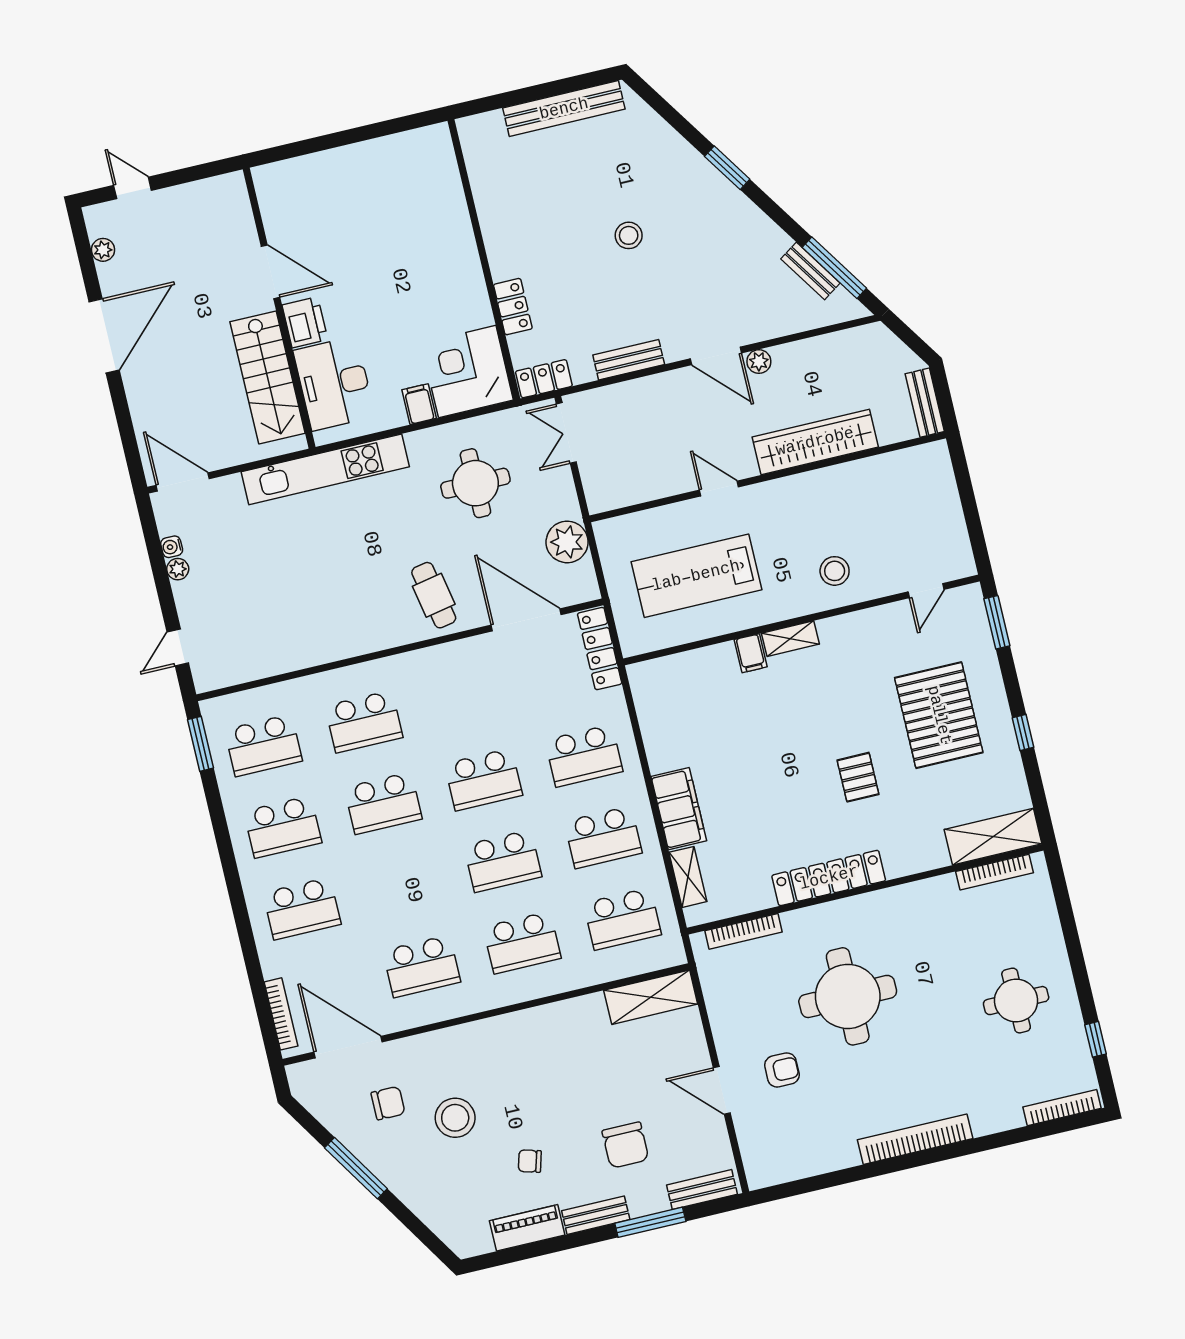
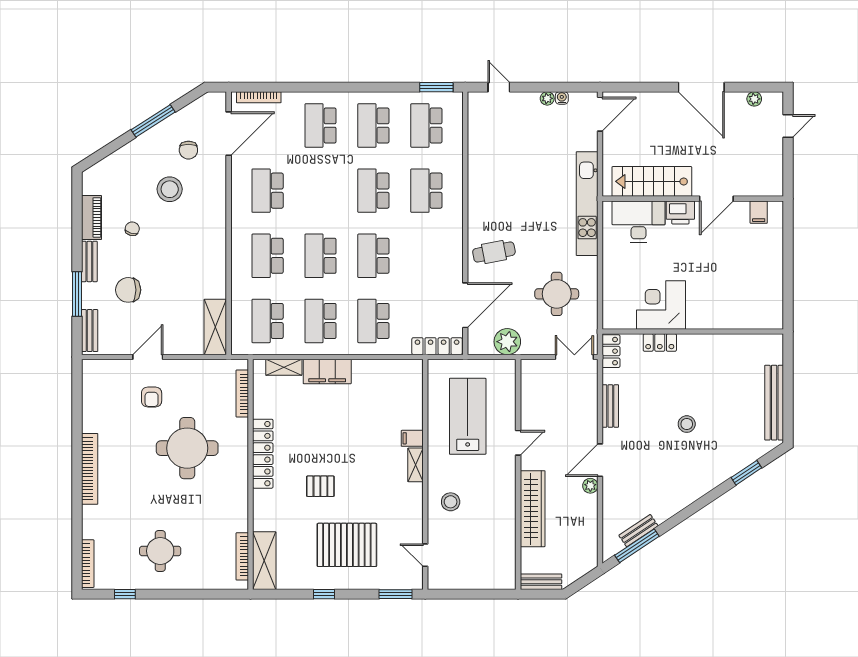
window: (727, 168) -> (746, 473), moved
corner desk: (467, 372) -> (661, 305), moved, turned -90
filing cabinet: (419, 404) -> (759, 212), moved, turned 90

